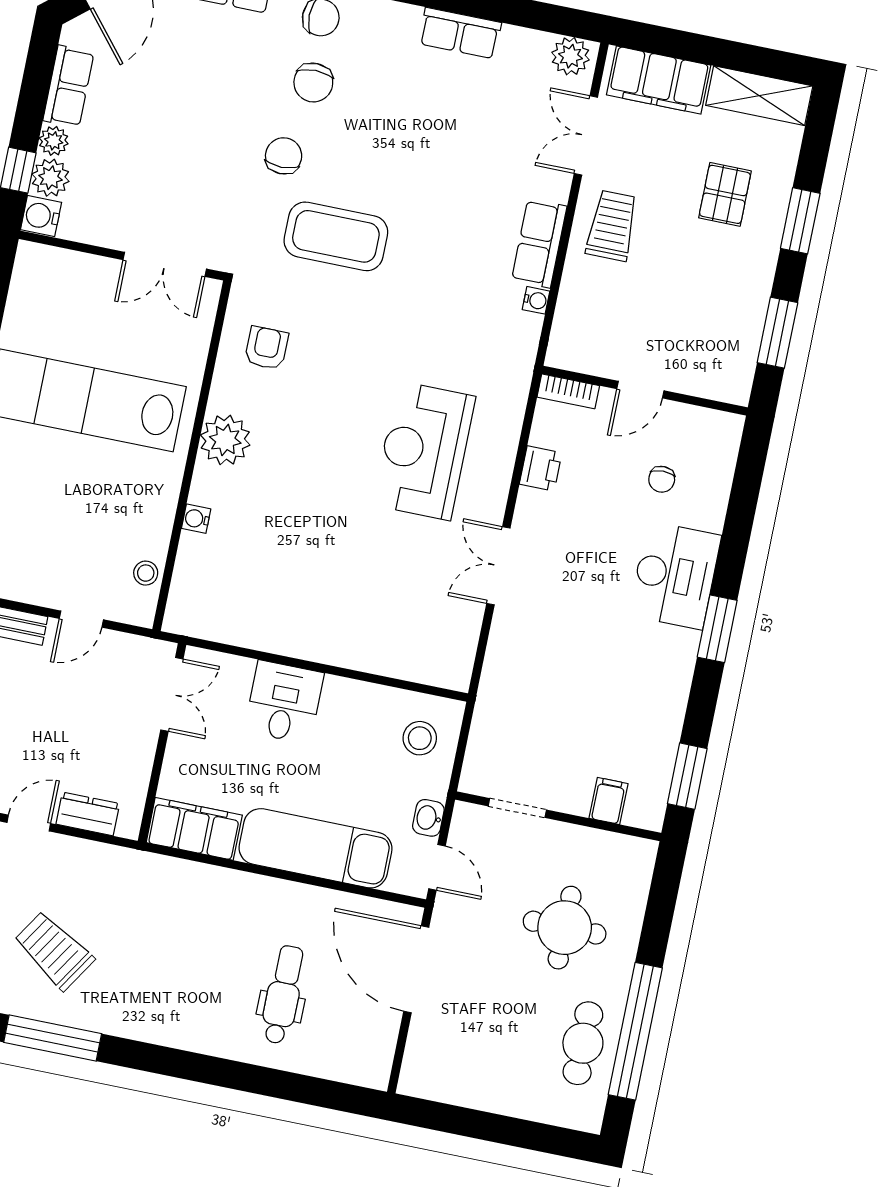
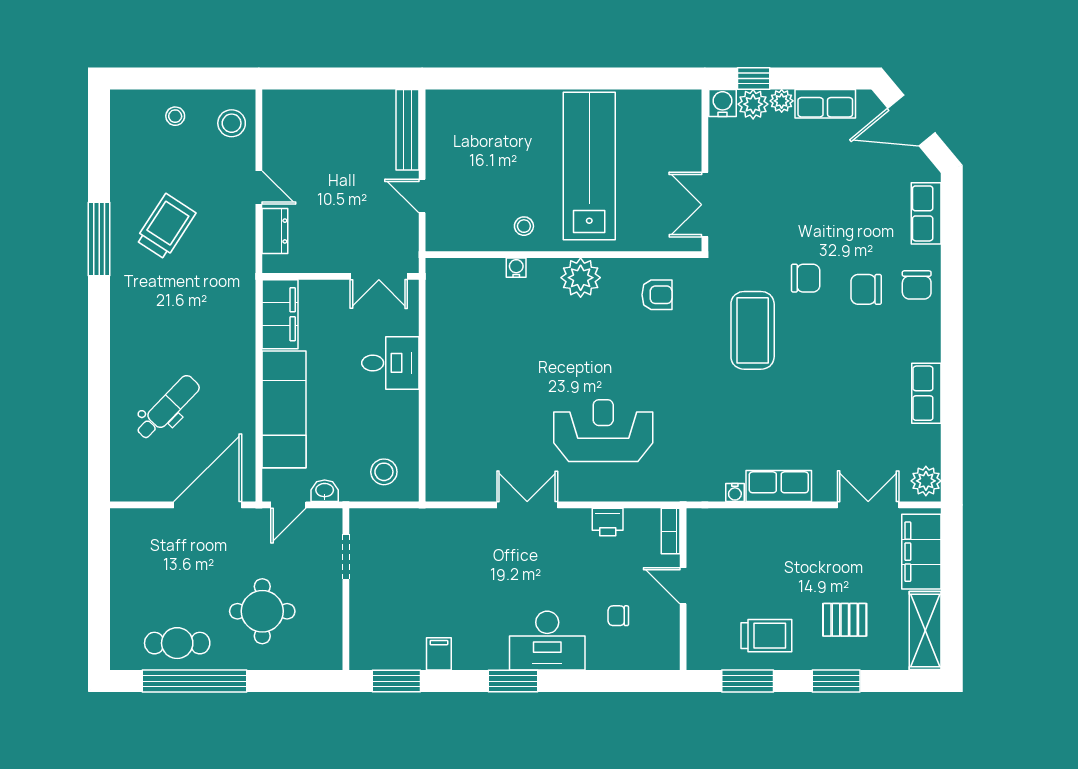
trolley: (612, 226) -> (766, 636), moved
stool: (146, 573) -> (524, 226), moved
filing cabinet: (609, 801) -> (439, 654), moved, turned -90
dental chair: (283, 995) -> (168, 407), turned -46

